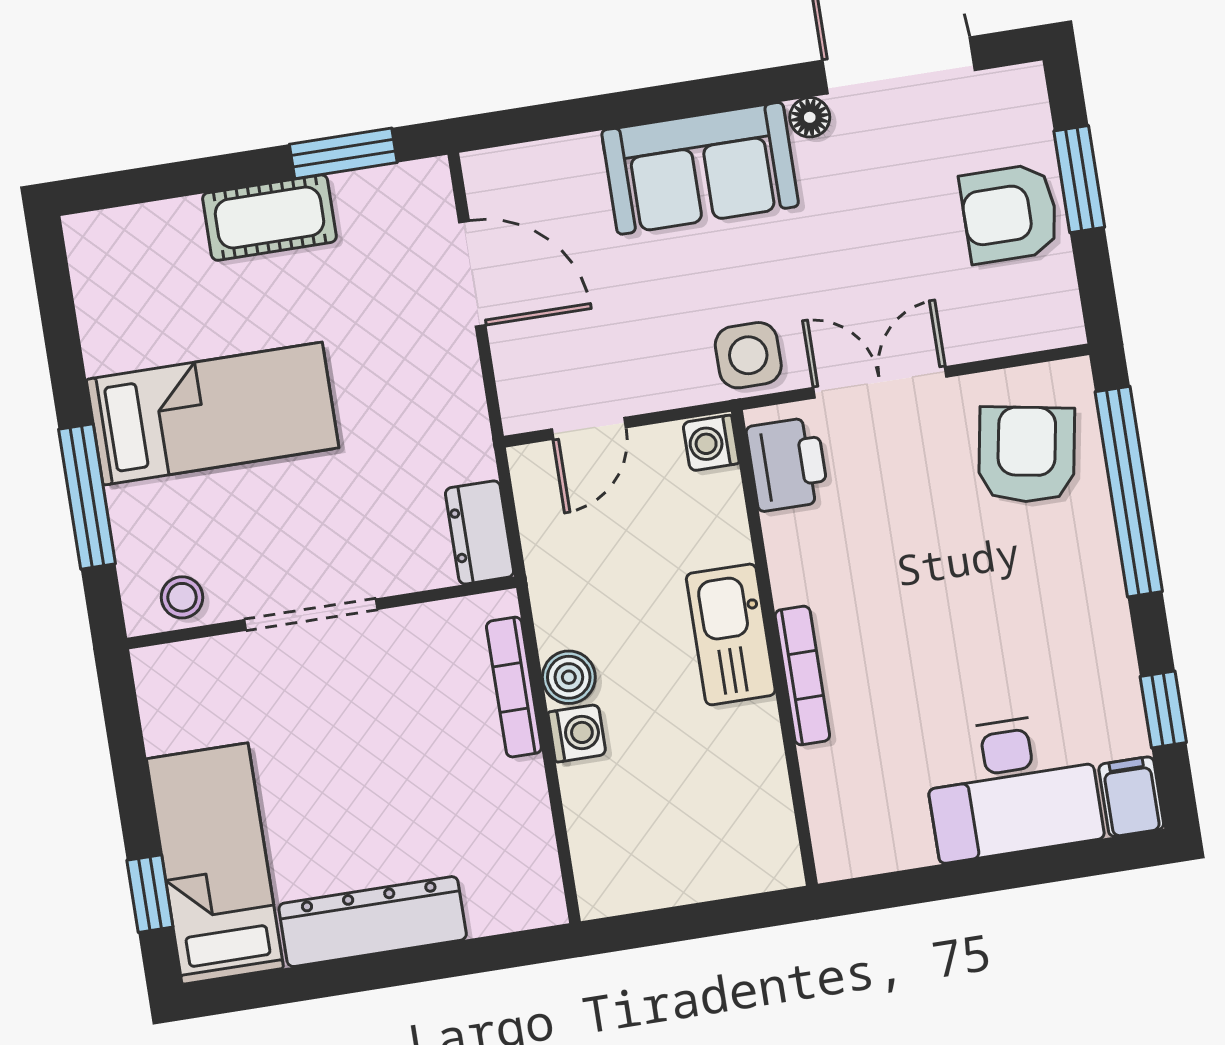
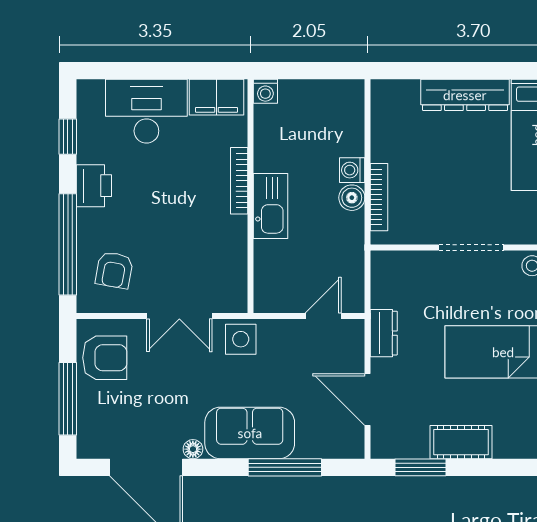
window: (618, 110) -> (285, 467), added
window: (1079, 179) -> (68, 399), width x1.44
armchair: (1010, 213) -> (105, 358), moved
washing machine: (711, 443) -> (265, 91), moved, turned 90
armchair: (1027, 454) -> (114, 270), width x0.72, depth x0.72
printer: (787, 464) -> (94, 186), moved, turned 180
dresser: (479, 532) -> (384, 333), moved
filing cabinet: (1131, 797) -> (217, 97), moved, width x2.00

